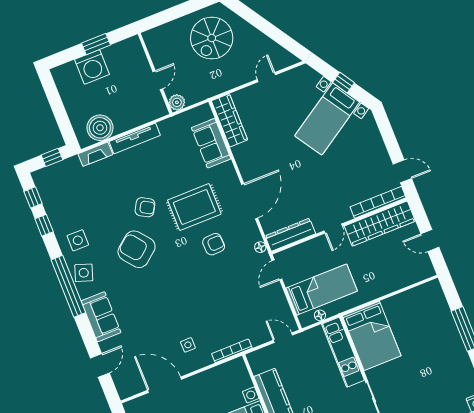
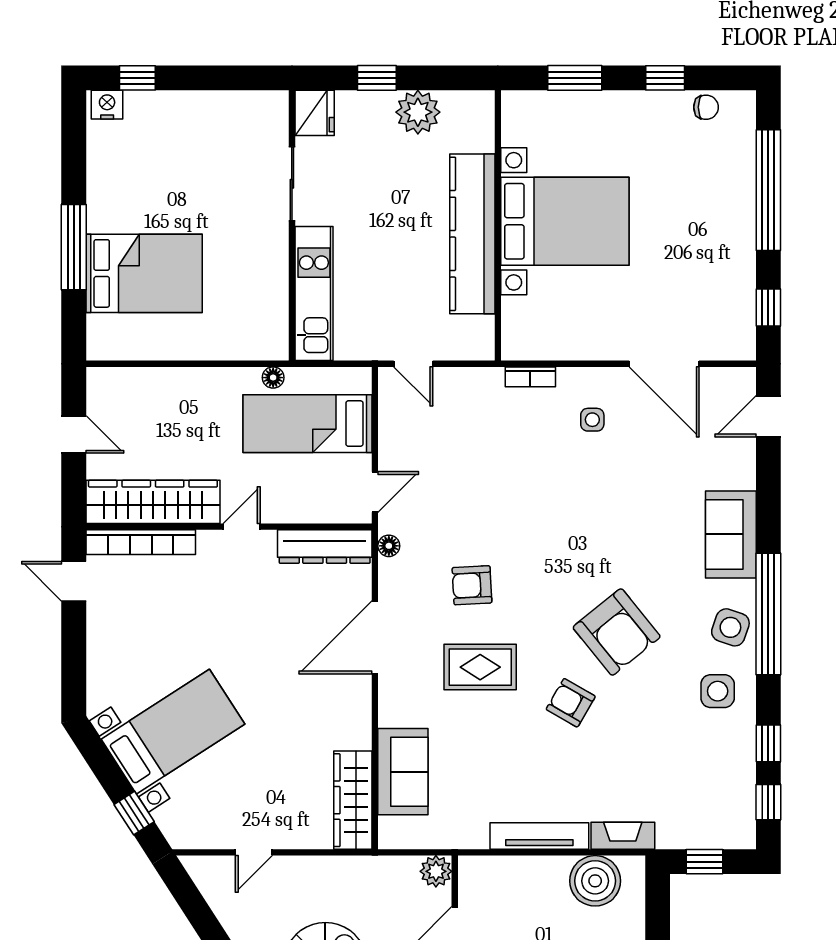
window: (344, 83) -> (134, 813), moved
rug: (194, 207) -> (480, 667), width x0.73, depth x0.70
floor lamp: (320, 315) -> (273, 378), moved
bed: (372, 336) -> (144, 273), moved, turned 90
bookcase: (232, 351) -> (530, 377), width x0.64
door: (100, 365) -> (768, 416), moved

